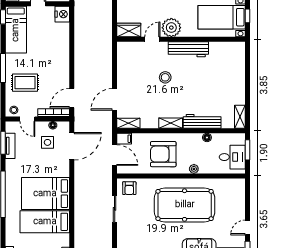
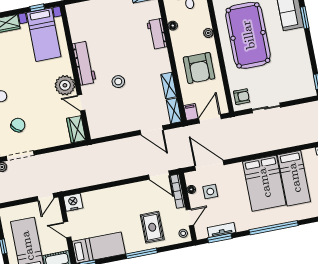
workbench: (202, 121) -> (157, 34), width x0.73
shelving: (171, 123) -> (169, 86), moved

